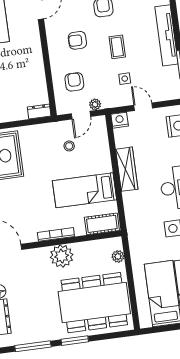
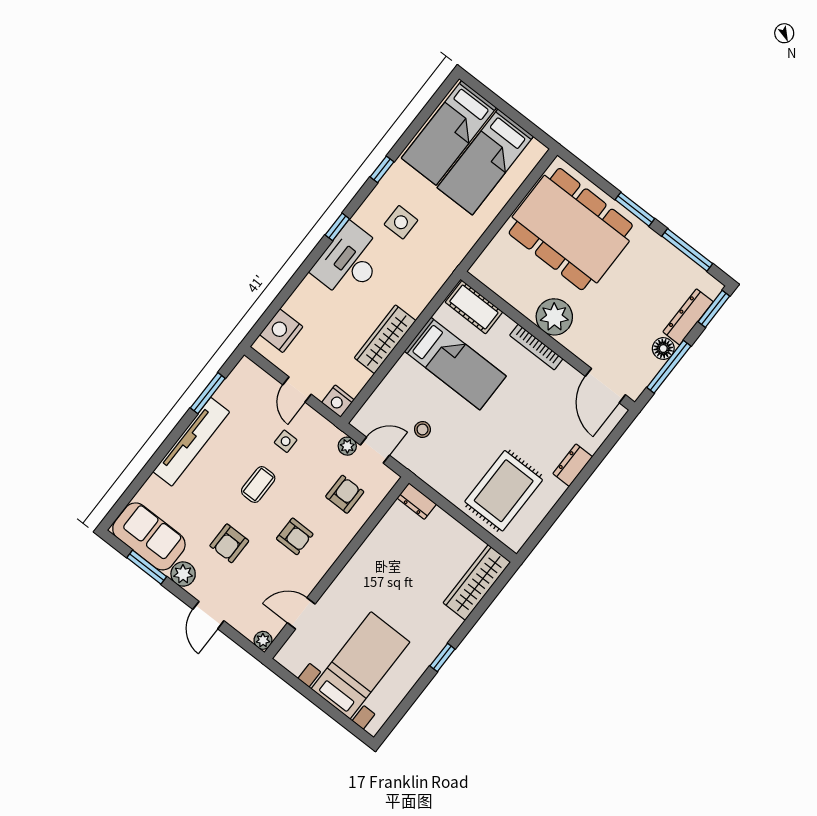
armchair: (74, 82) -> (345, 494), turned 180
plant: (118, 256) -> (493, 253), removed

